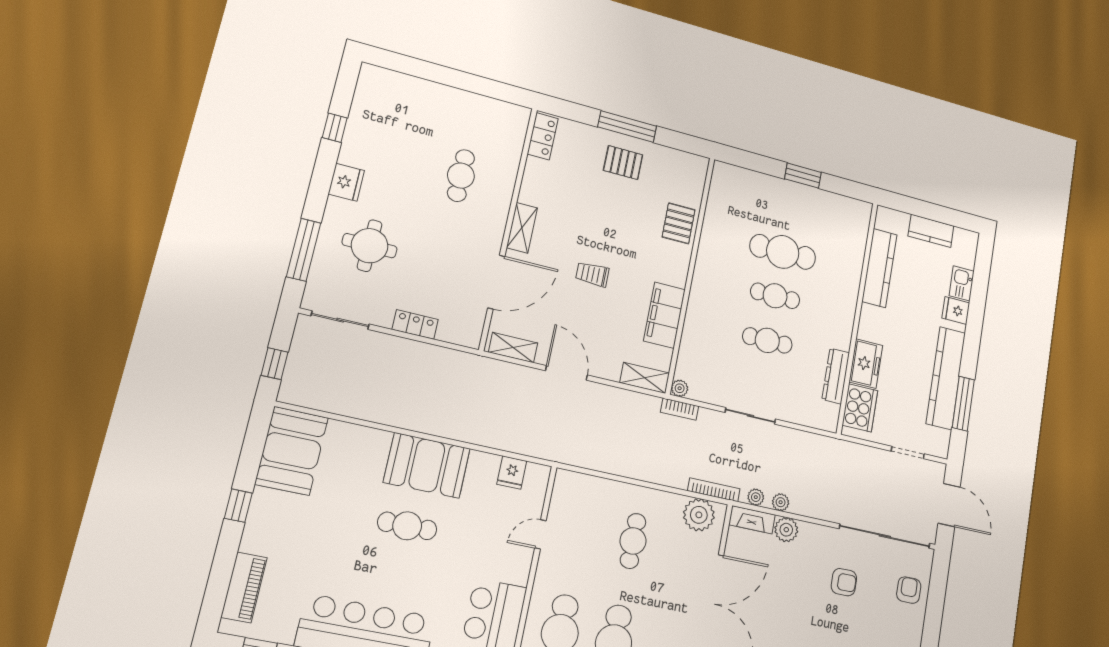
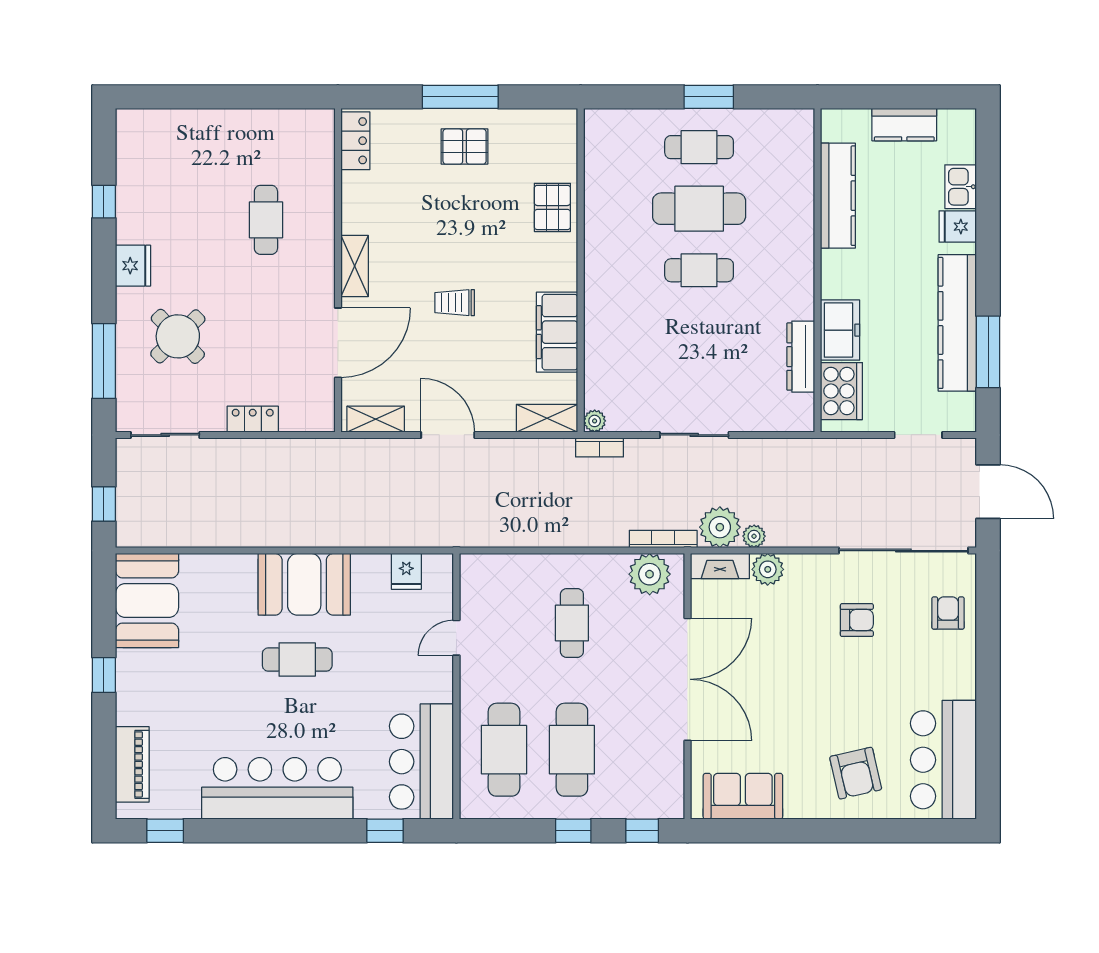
round table: (370, 246) -> (178, 336), turned 45
cafe table: (767, 340) -> (699, 147), moved
plant: (756, 497) -> (720, 527), width x1.87, depth x1.87

